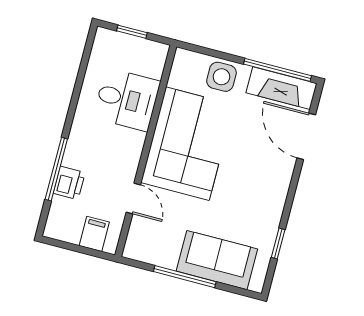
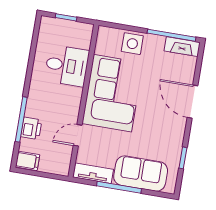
fireplace: (282, 88) -> (182, 47), width x0.73, depth x0.76
door: (306, 136) -> (192, 102), moved
door: (133, 198) -> (78, 135), swing flipped
filing cabinet: (94, 234) -> (28, 161), moved, turned 90
tv unit: (150, 254) -> (93, 173), added

